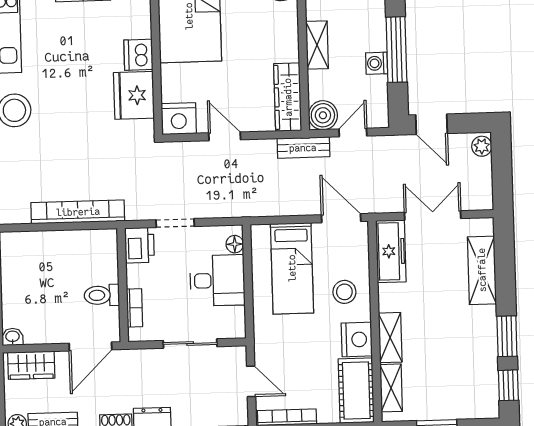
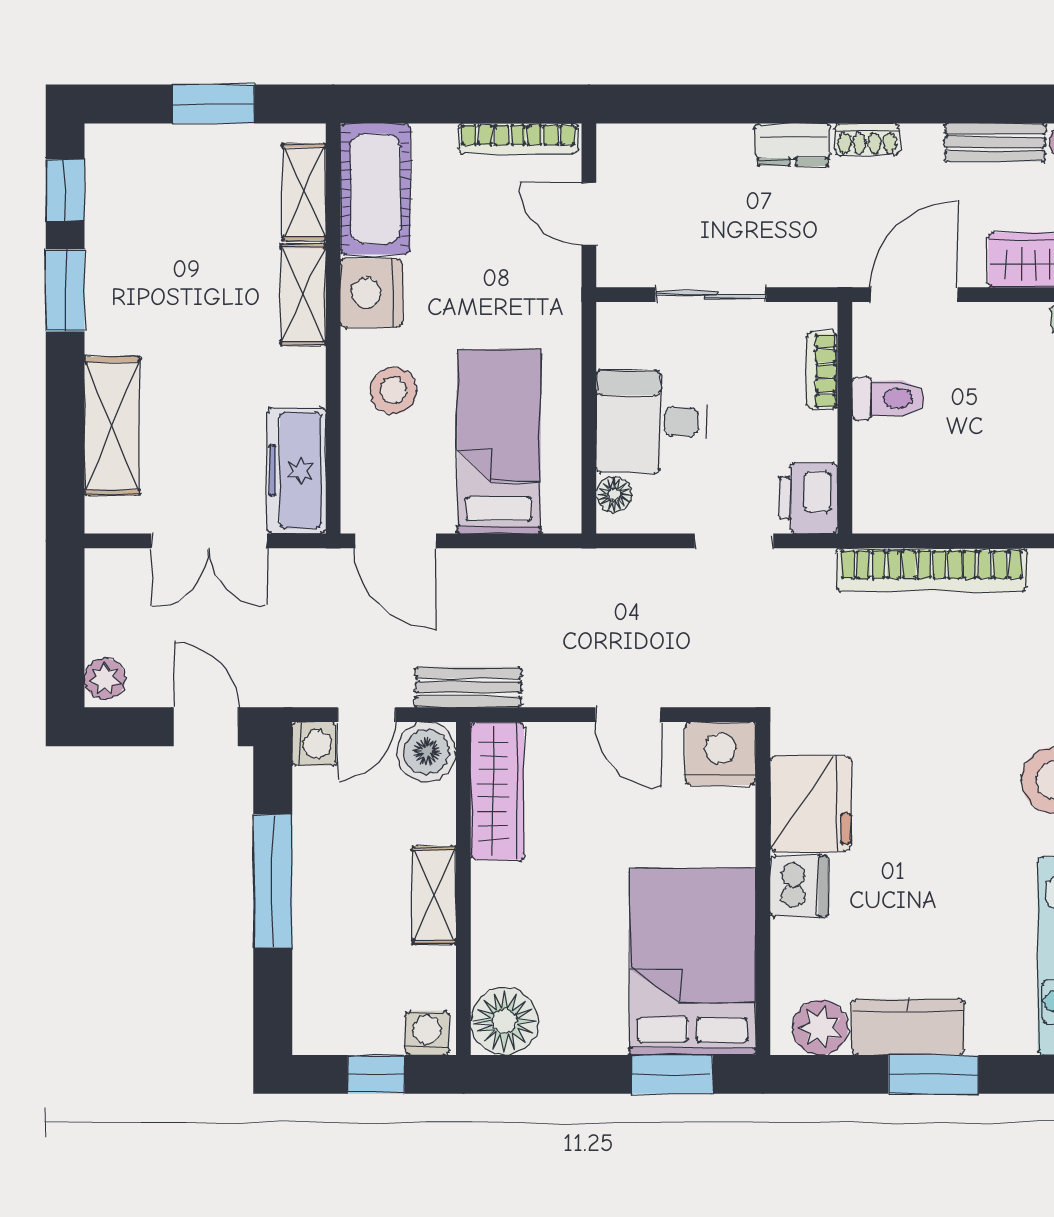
washing machine: (377, 63) -> (314, 744), moved

